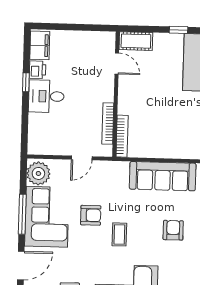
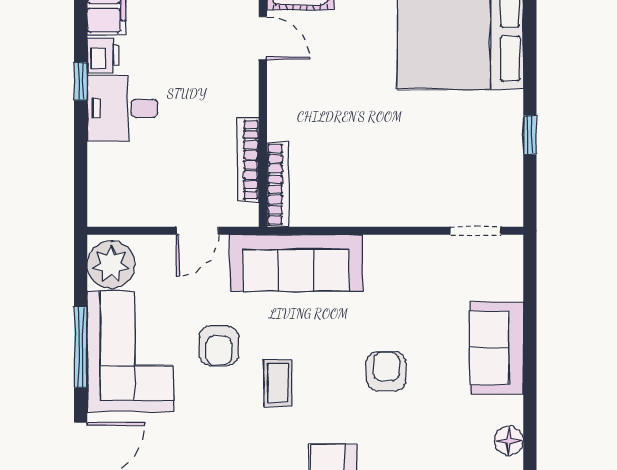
sofa: (163, 176) -> (296, 263), moved
armchair: (91, 215) -> (219, 346), turned 90

